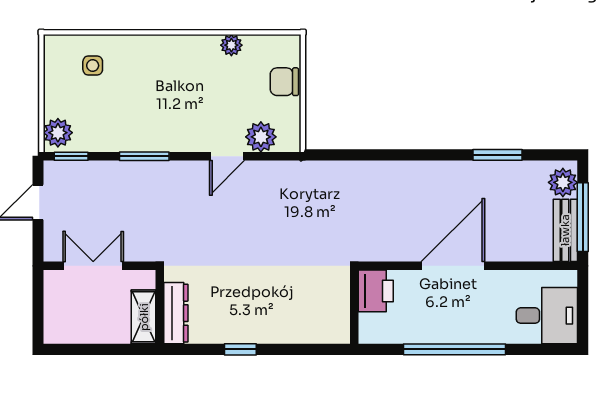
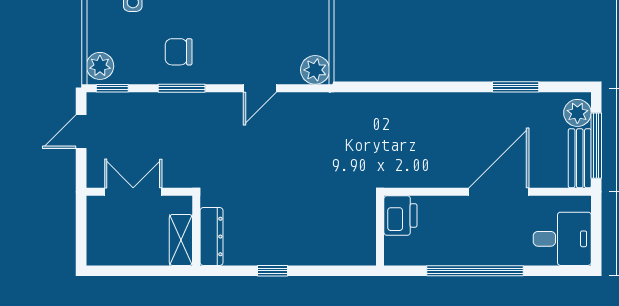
chair: (284, 82) -> (179, 52), moved
plant: (261, 137) -> (315, 70), moved
door: (453, 266) -> (499, 192), moved

